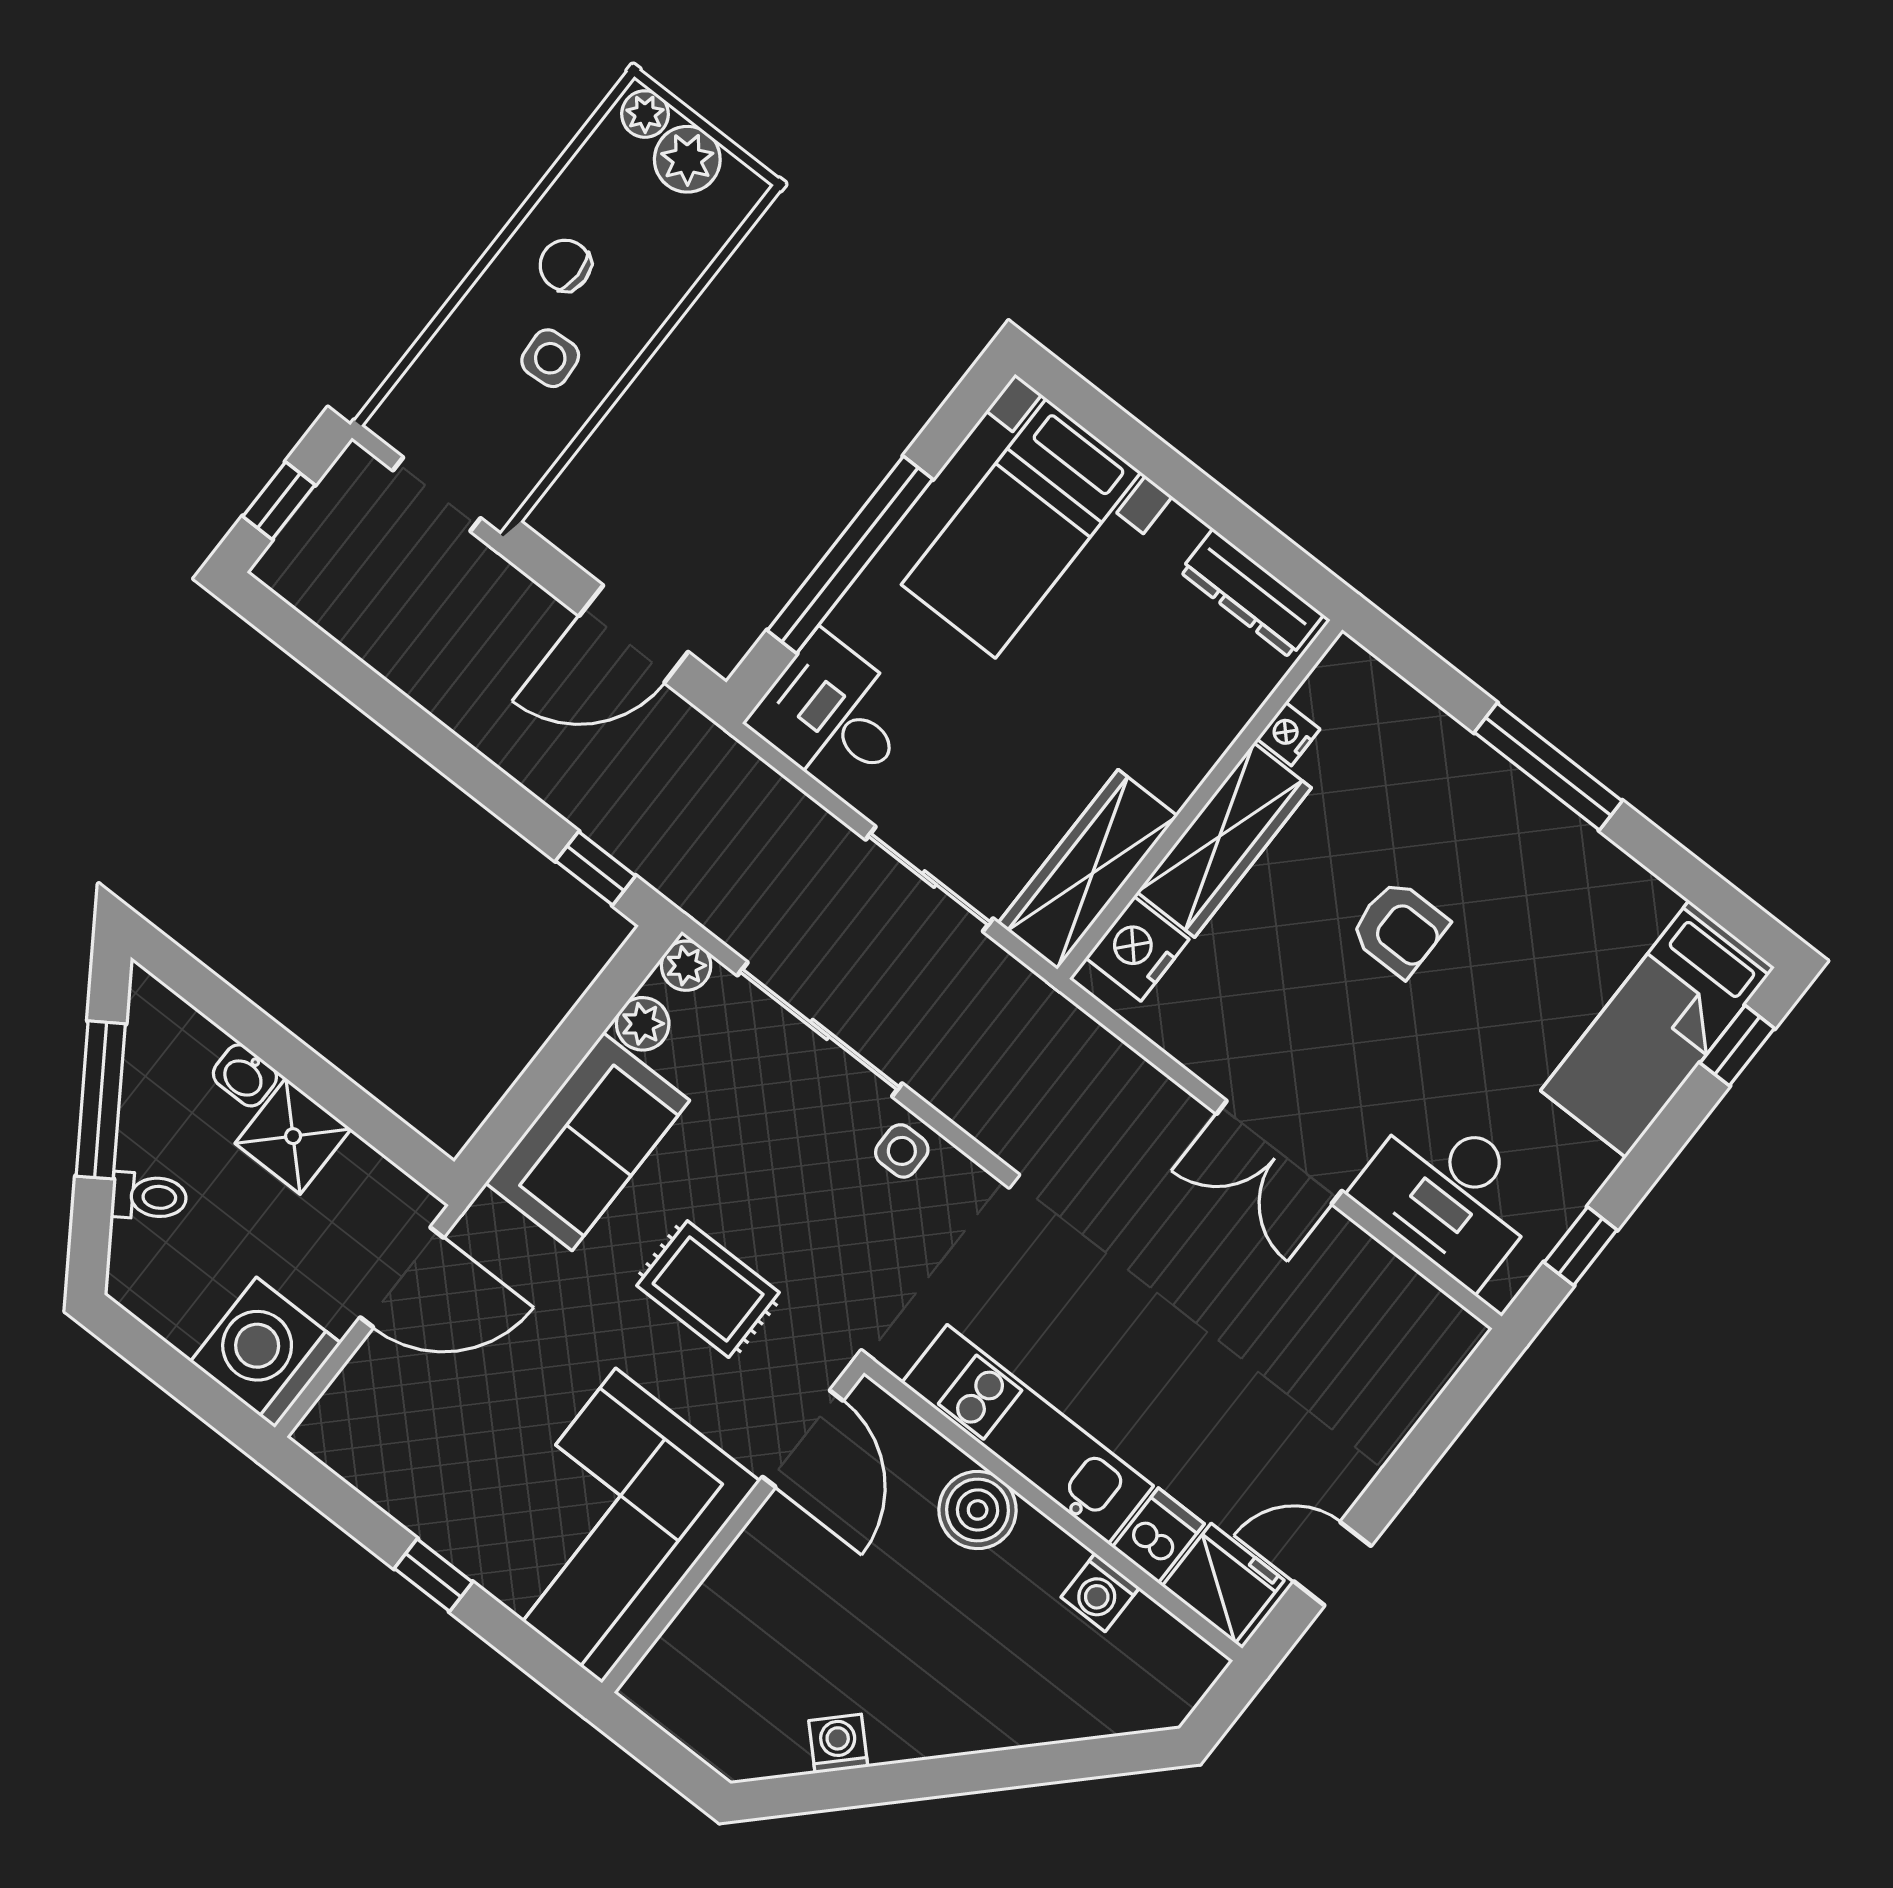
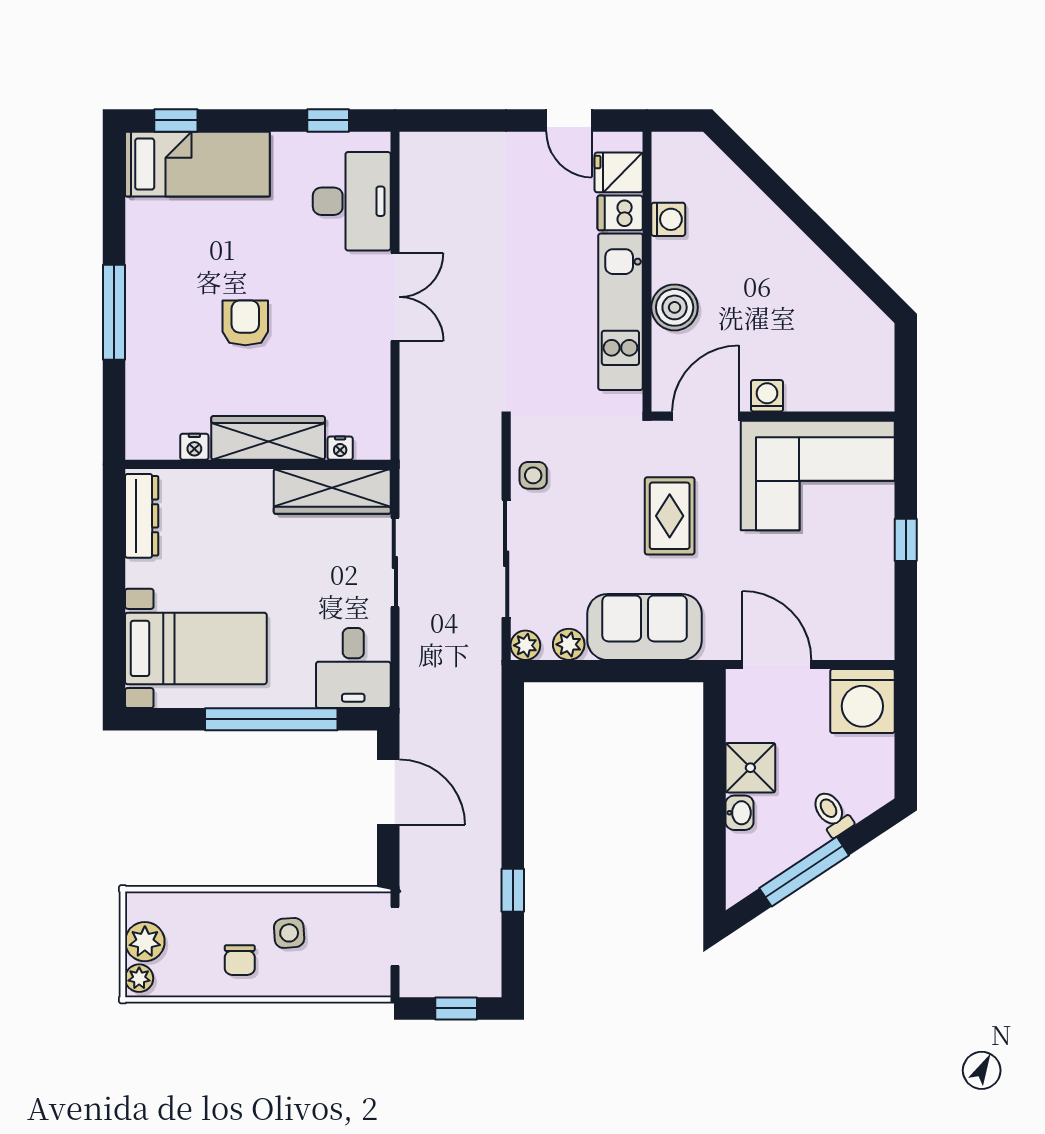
window: (596, 868) -> (513, 890), moved
nightstand: (1137, 949) -> (340, 448), width x0.53, depth x0.56
fridge: (1223, 1583) -> (619, 172), width x0.72
washing machine: (838, 1744) -> (767, 396), moved, turned 135

